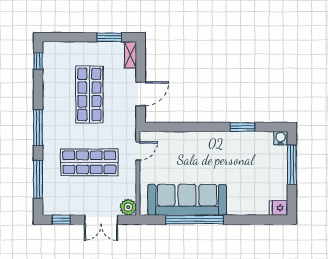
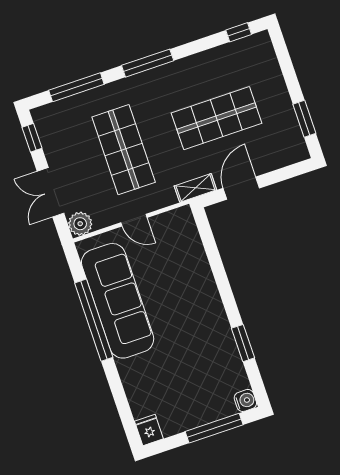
shelving: (130, 55) -> (195, 188), moved
door: (141, 94) -> (241, 188), swing flipped
door: (138, 151) -> (134, 220), moved

